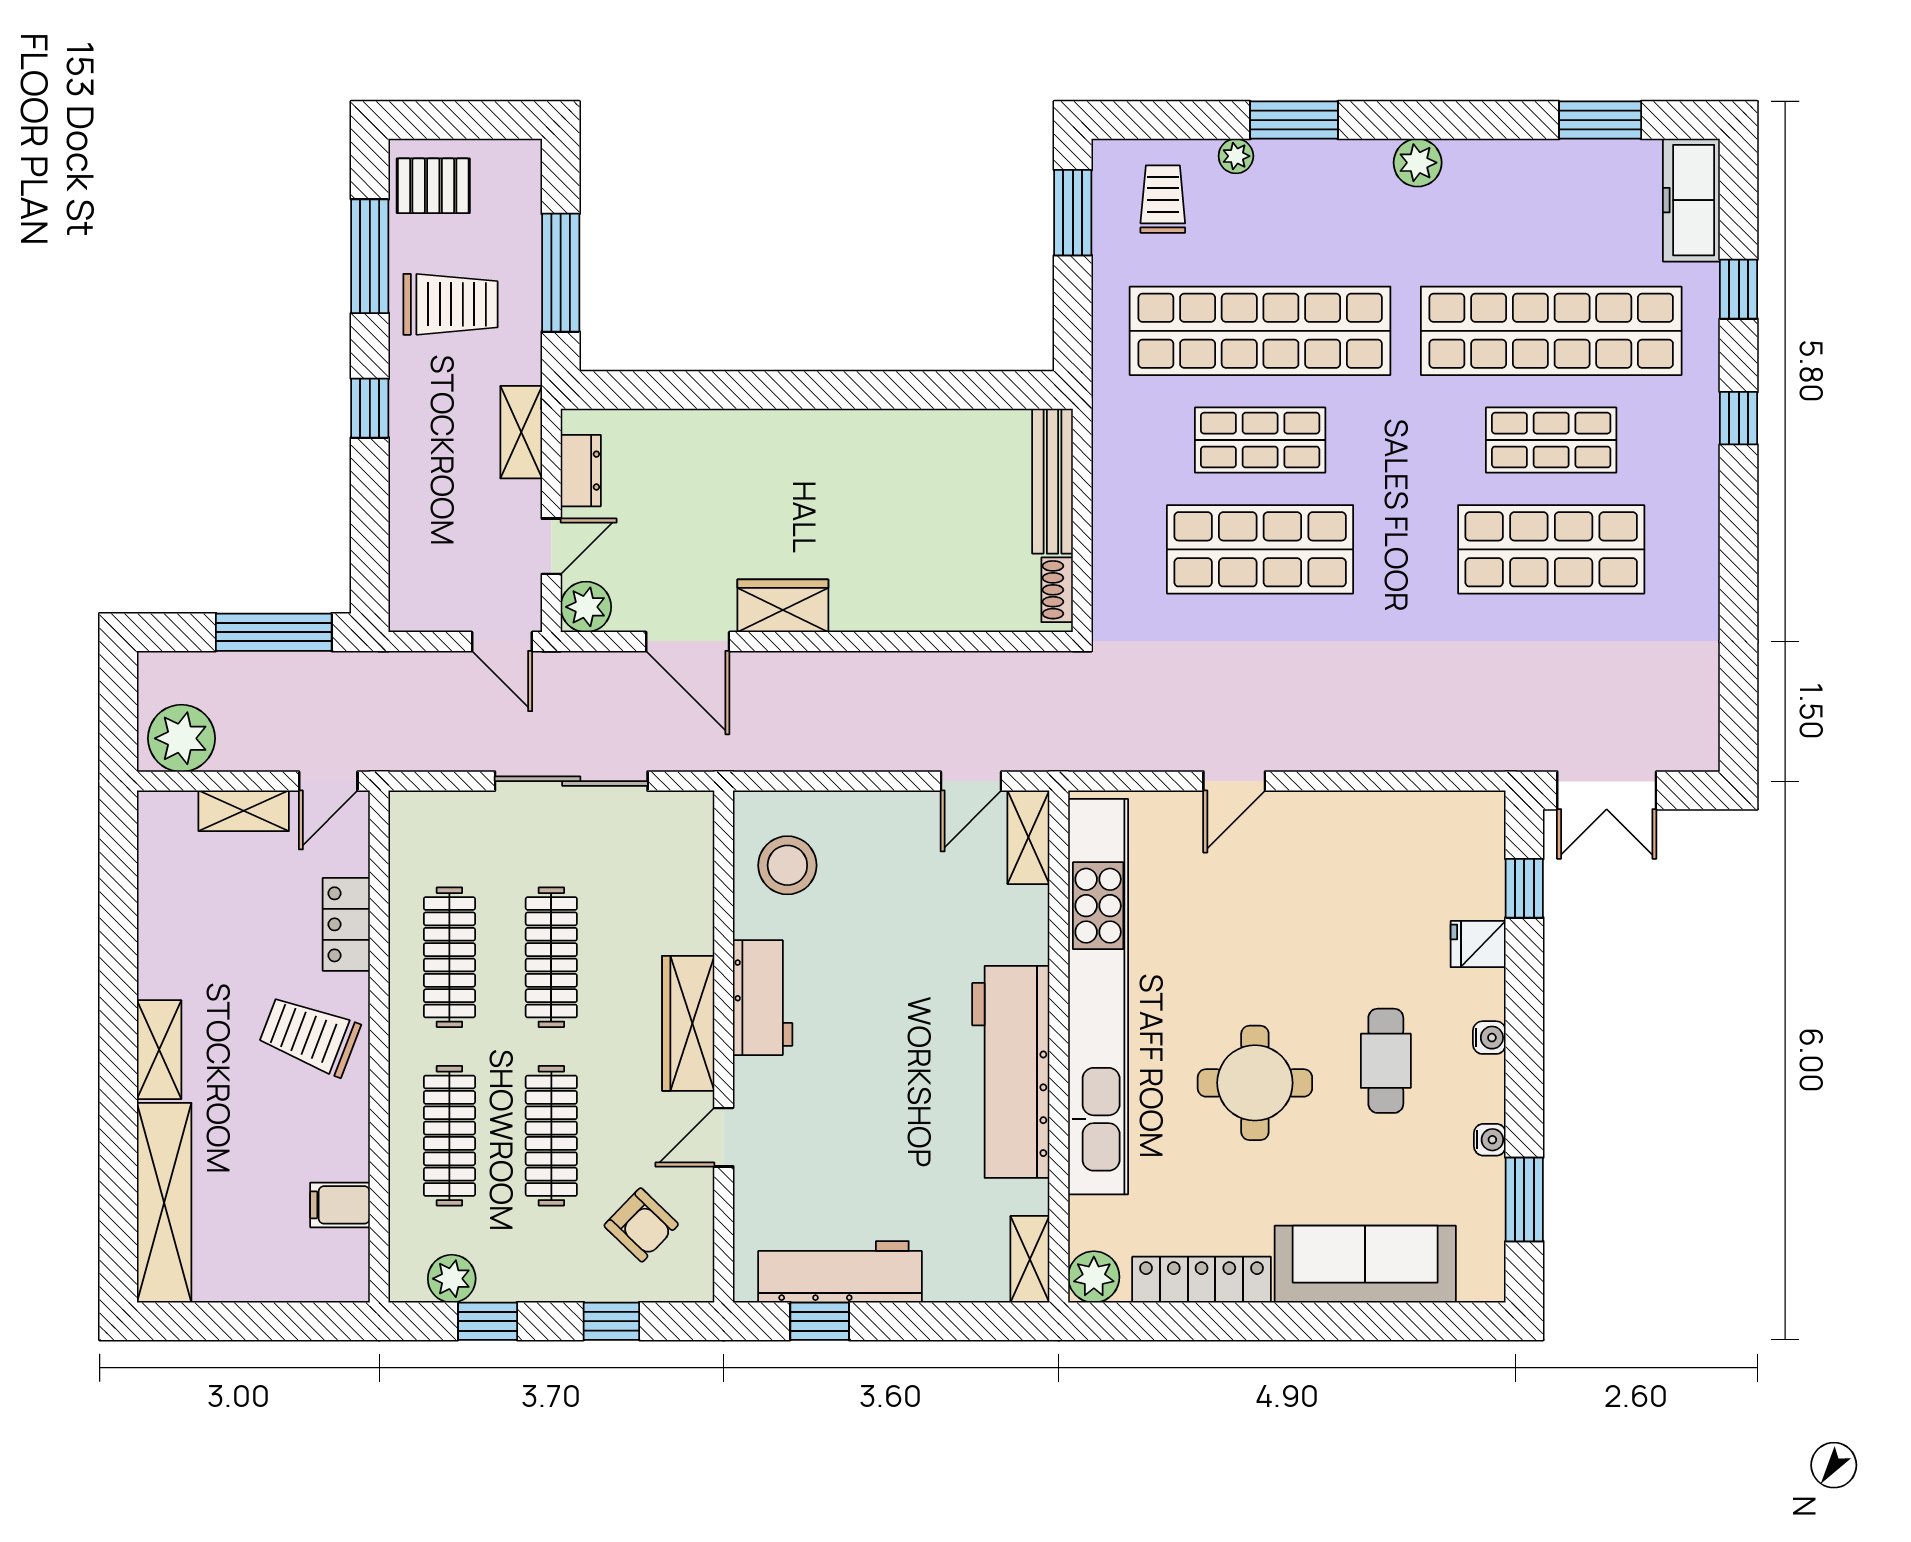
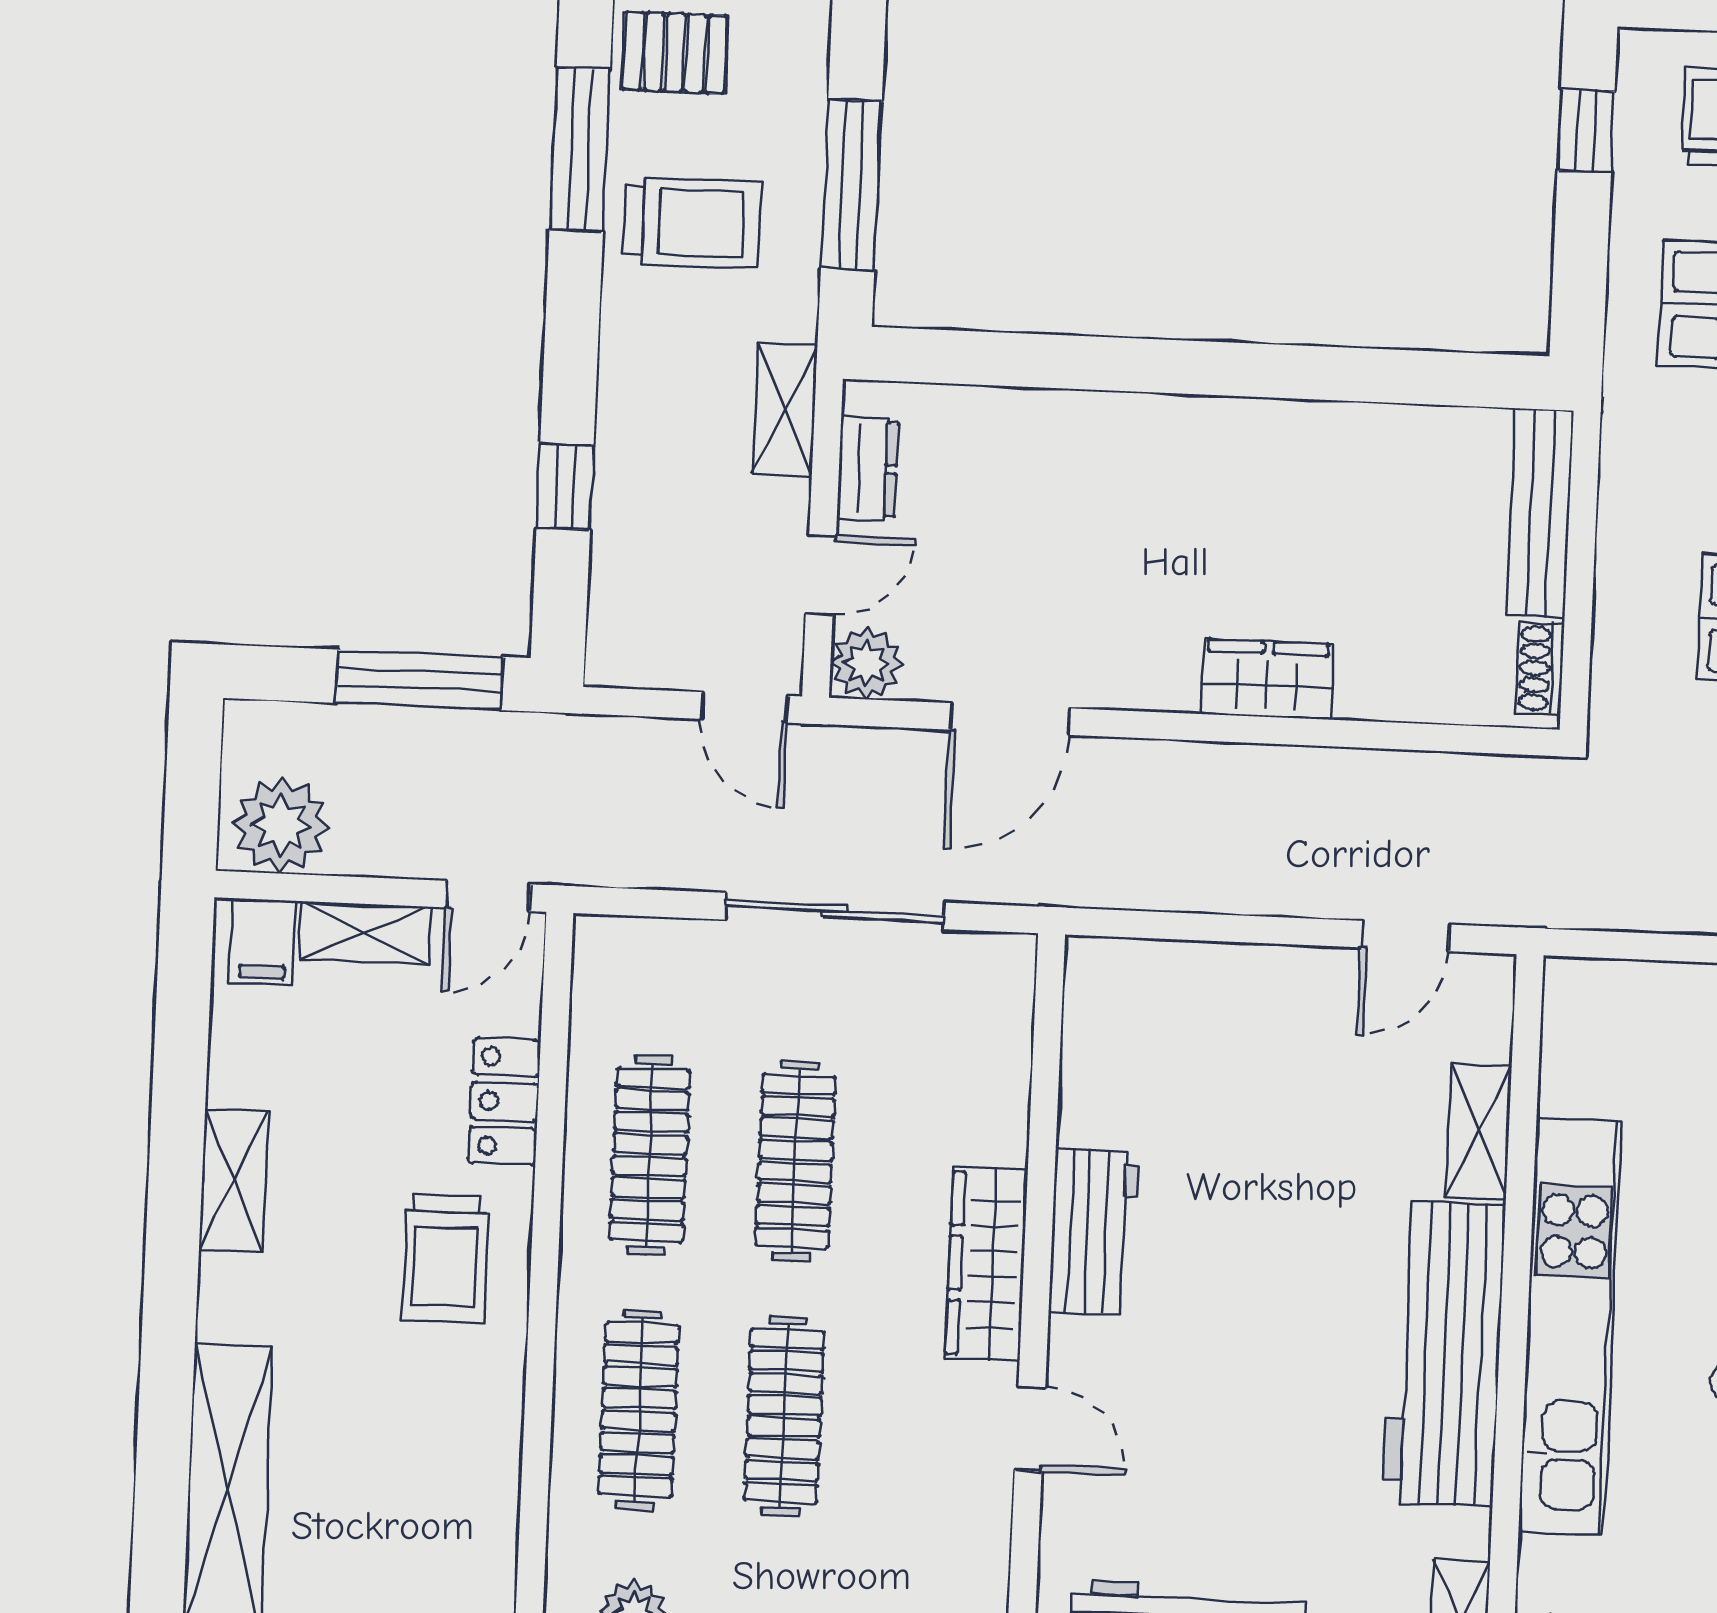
window: (1073, 213) -> (1586, 131), width x0.67
window: (370, 408) -> (565, 487), moved
wardrobe: (783, 606) -> (1267, 679), moved
door: (688, 641) -> (1010, 719), hinge flipped
shelving: (1028, 837) -> (1479, 1131), moved
stool: (787, 865) -> (1138, 1045), removed
kitchen unit: (1098, 997) -> (1570, 1327), width x0.73
trolley: (309, 1036) -> (445, 1258), turned -111
shelving: (159, 1050) -> (234, 1180), moved
door: (724, 1137) -> (1030, 1429), swing flipped
filing cabinet: (340, 1205) -> (263, 942), moved, turned -90
armchair: (641, 1225) -> (907, 1549), removed

